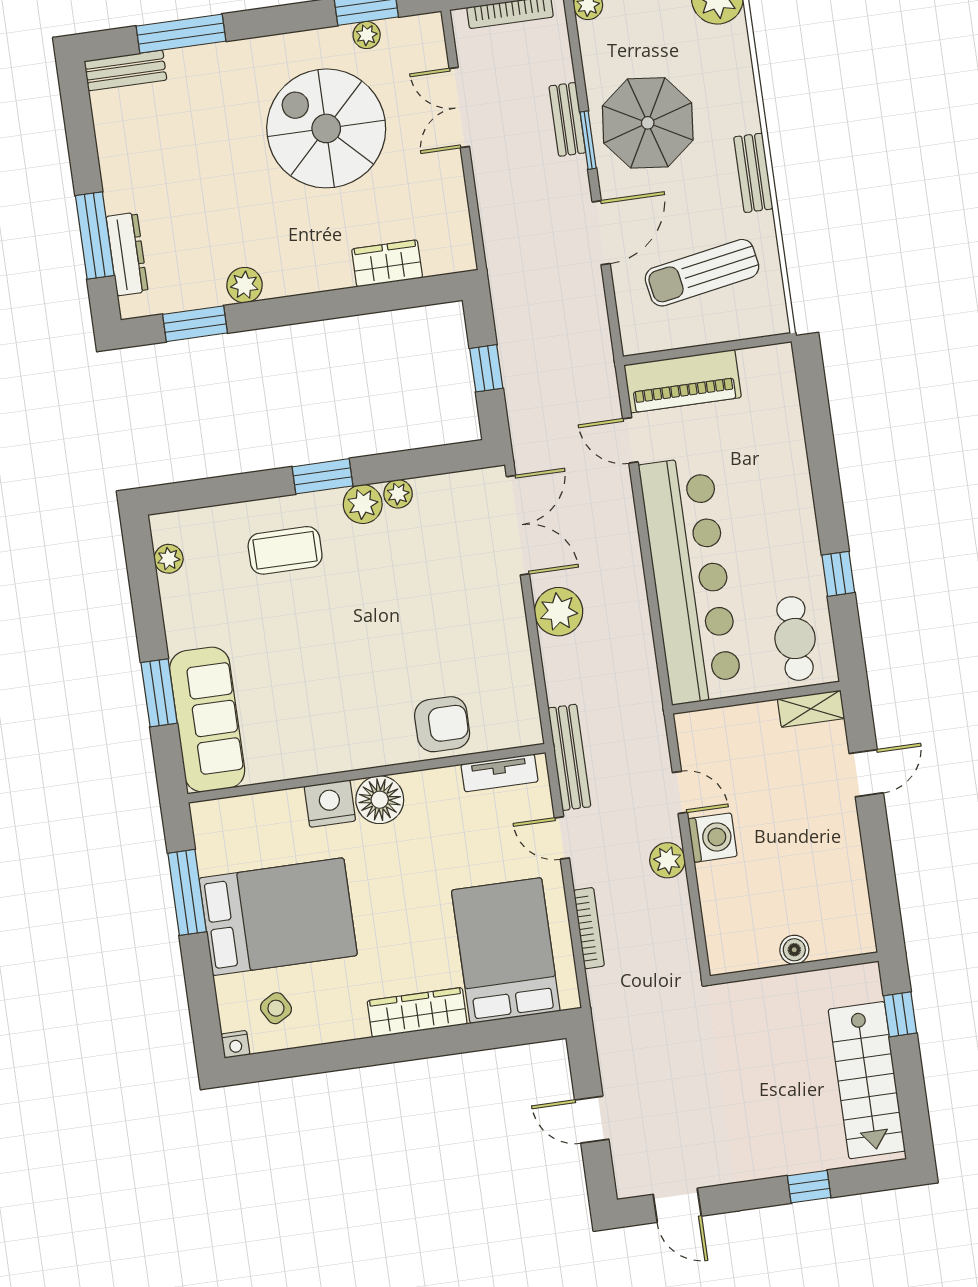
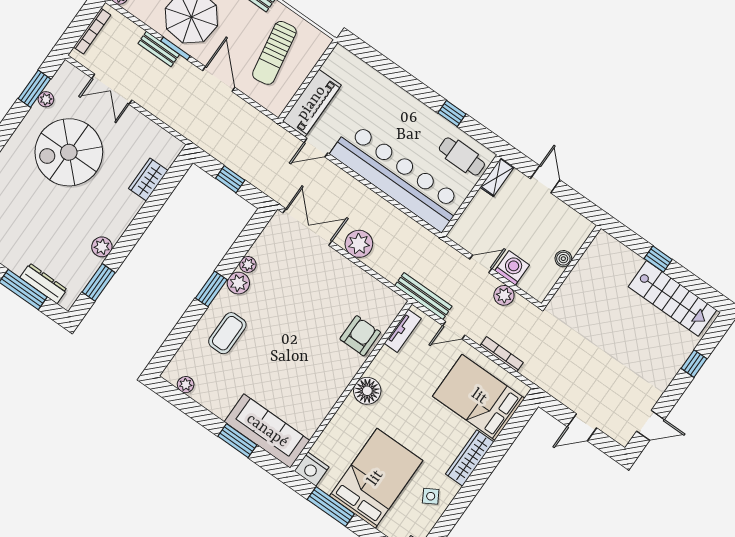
nightstand: (330, 804) -> (312, 469), moved, turned -90
boiler: (794, 950) -> (563, 259), moved
wall: (794, 969) -> (571, 266), moved
side table: (276, 1008) -> (431, 496), moved

